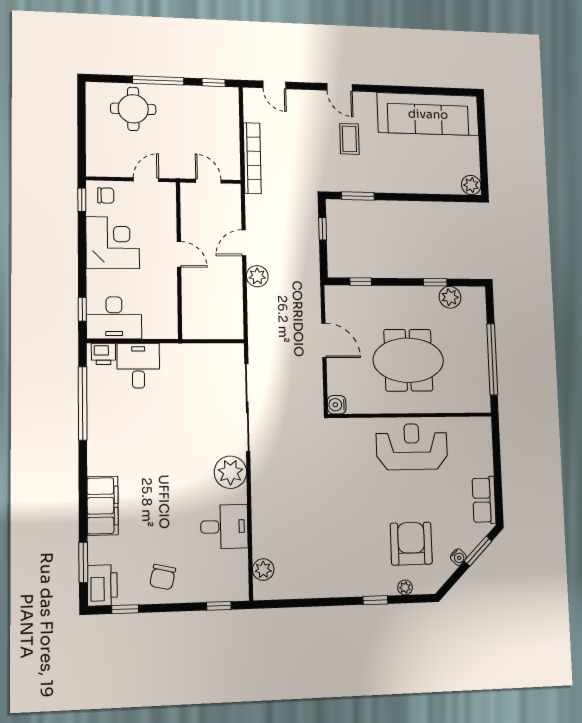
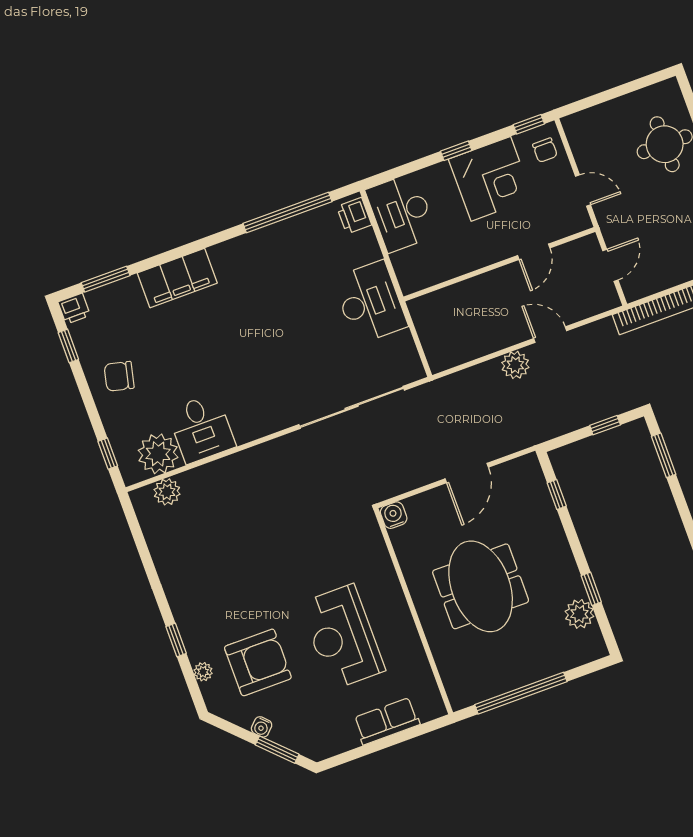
door: (179, 254) -> (534, 252), moved
window: (82, 309) -> (456, 151), moved
desk: (138, 366) -> (370, 302), moved, width x1.37
reception desk: (412, 447) -> (342, 637), moved, turned 180
plant: (230, 472) -> (158, 454), moved
row of seats: (484, 500) -> (387, 721), moved
printer: (102, 585) -> (74, 309), width x0.53, depth x0.68

